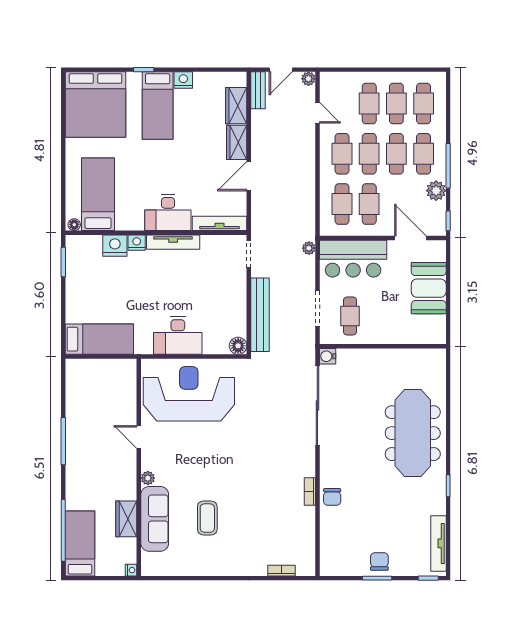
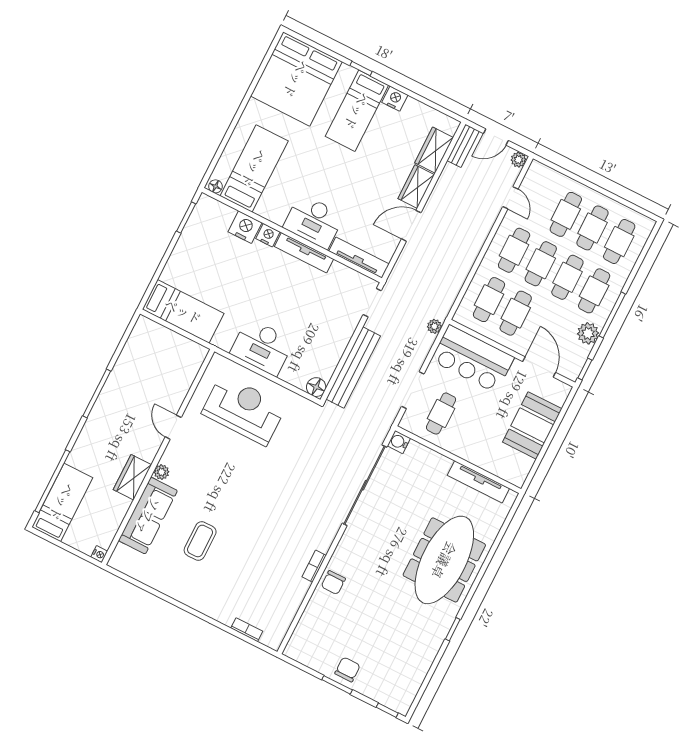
reception desk: (189, 394) -> (244, 410), width x0.74, depth x0.77
wardrobe: (126, 519) -> (132, 477), moved
tv unit: (438, 543) -> (478, 482), moved, turned -90

